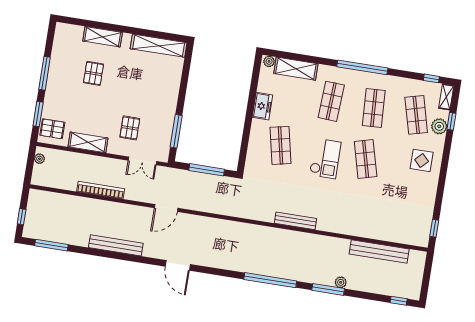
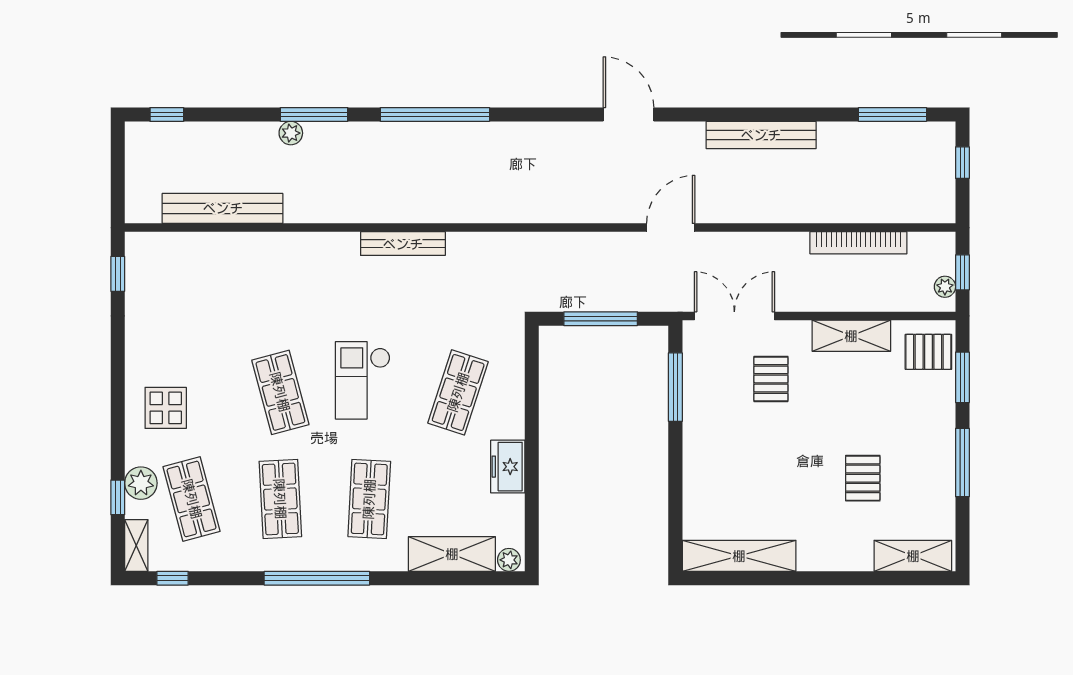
shelving: (103, 37) -> (913, 556), moved
shop shelf: (281, 145) -> (458, 392), turned 30
double door: (142, 161) -> (734, 316), width x1.37
window: (30, 164) -> (962, 272), added
bookcase: (101, 190) -> (858, 243), moved

